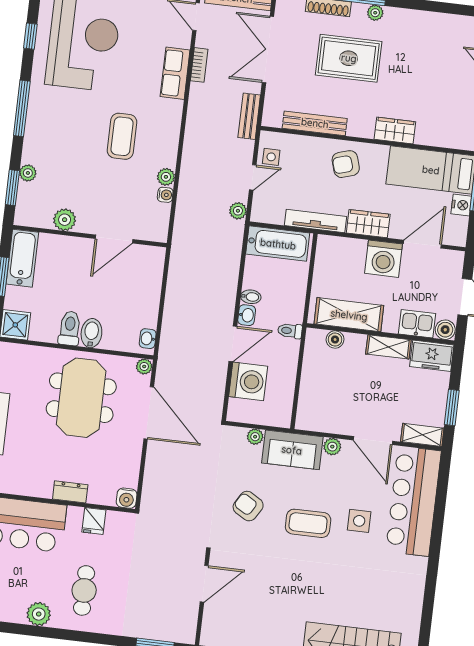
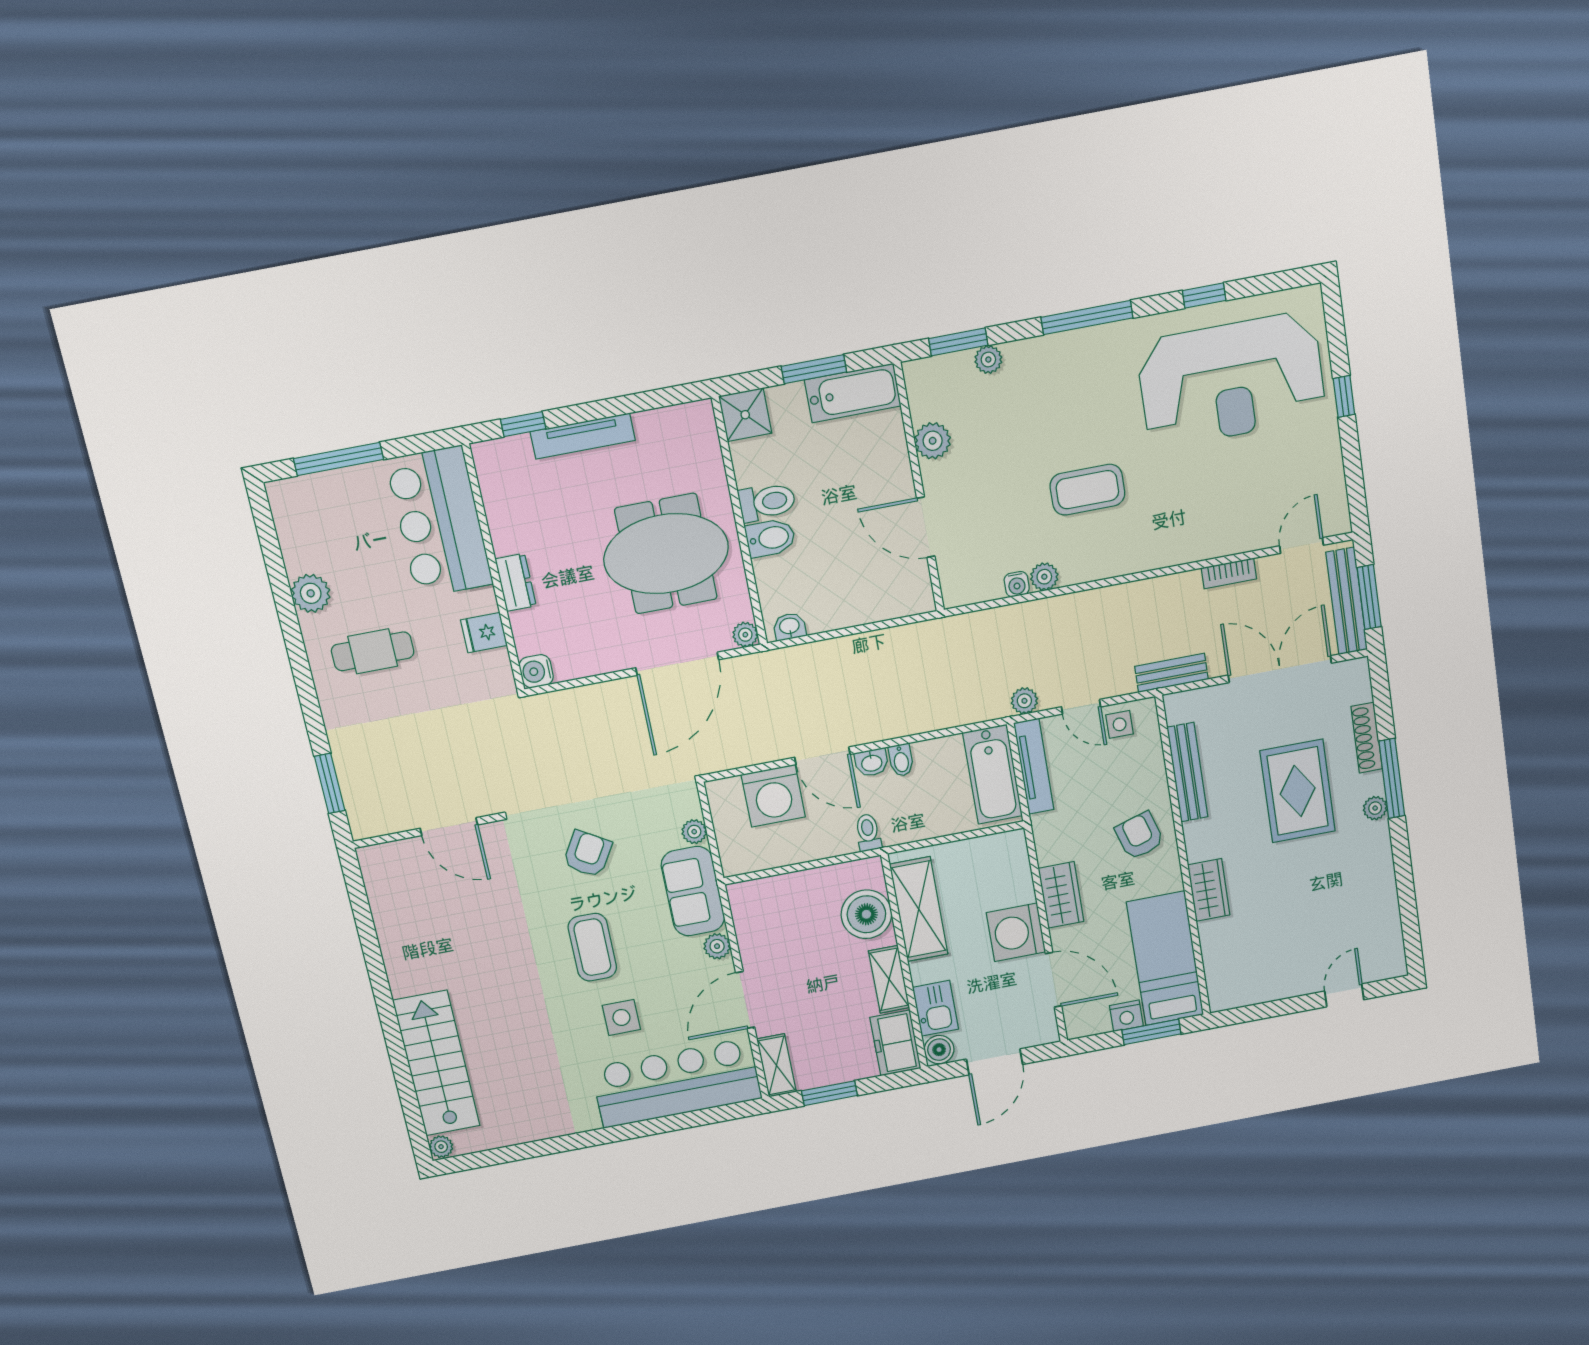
row of seats: (175, 73) -> (1206, 541), removed
tv unit: (315, 221) -> (1034, 766), moved
boiler: (335, 340) -> (866, 914), width x1.86, depth x1.86

